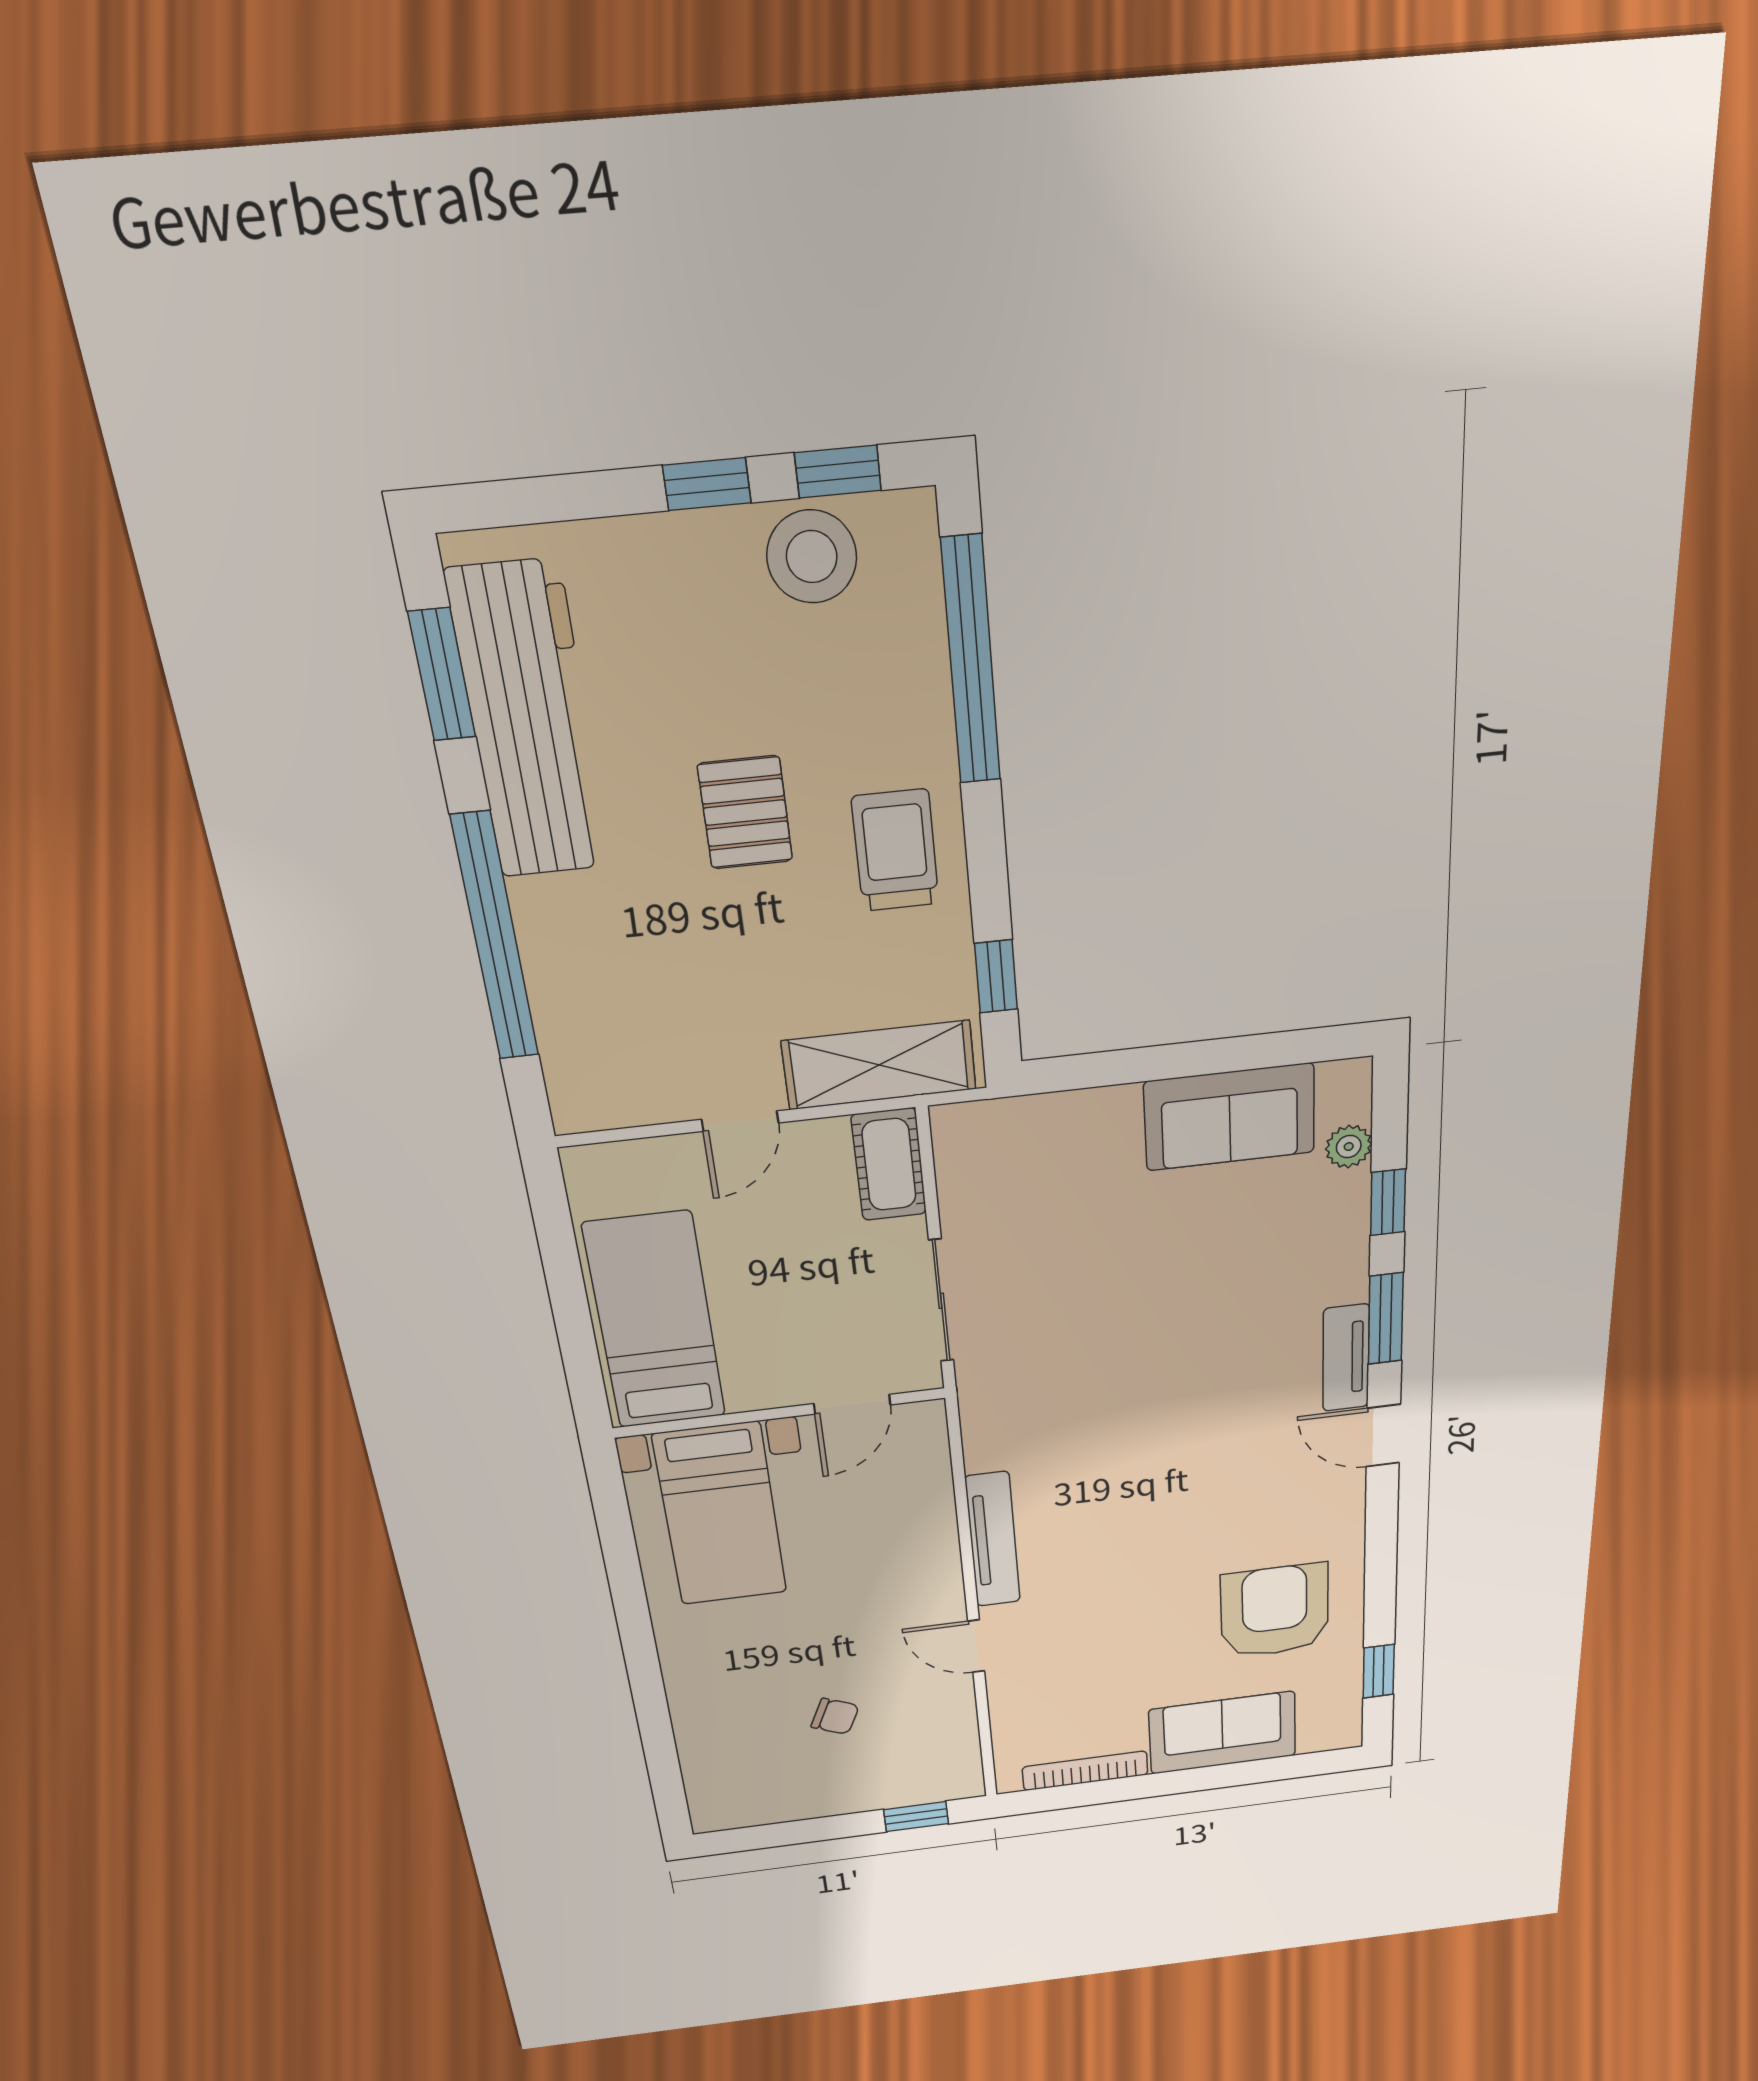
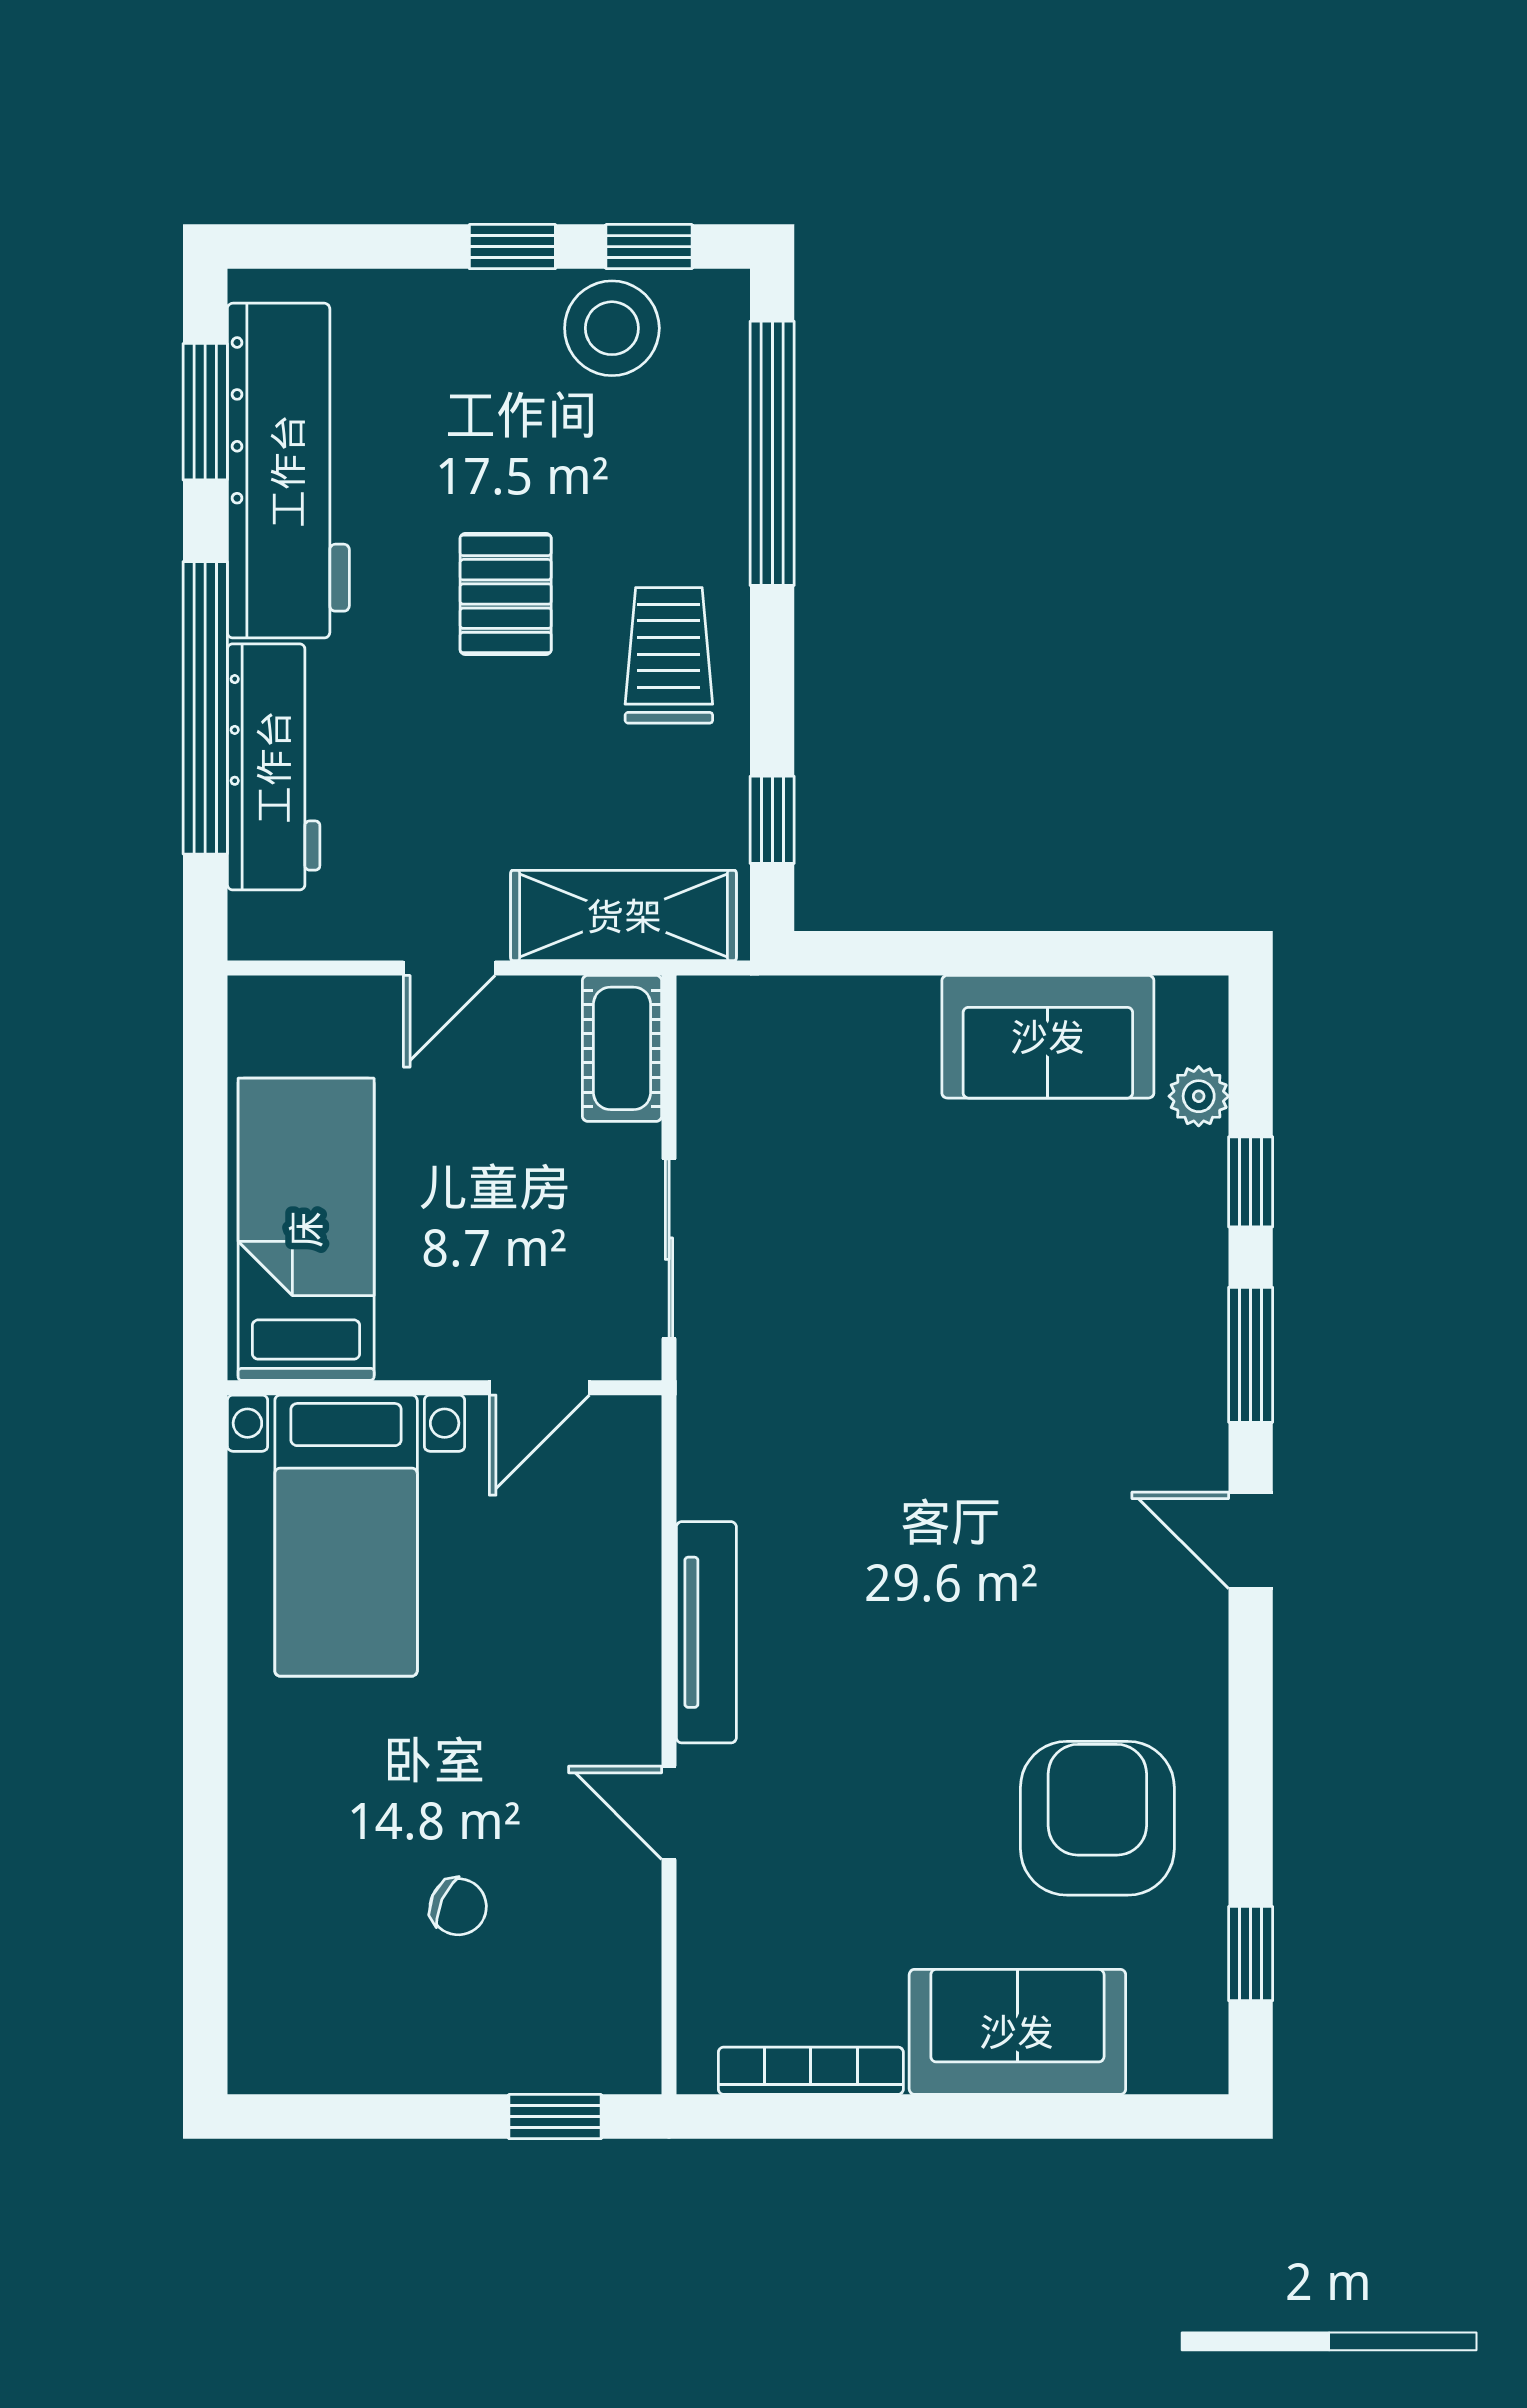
workbench: (565, 980) -> (274, 767), added
tv unit: (1346, 1358) -> (1198, 1408), removed

